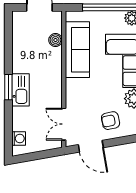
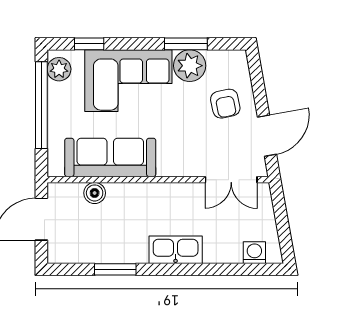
window: (8, 87) -> (115, 269), moved

